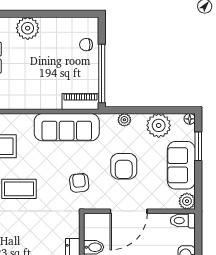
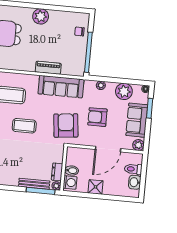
piano: (80, 101) -> (48, 68), moved
armchair: (124, 166) -> (97, 117), turned 90
armchair: (79, 183) -> (66, 126), width x1.88, depth x1.88
door: (129, 211) -> (108, 149), moved
toilet: (183, 221) -> (133, 169), moved

